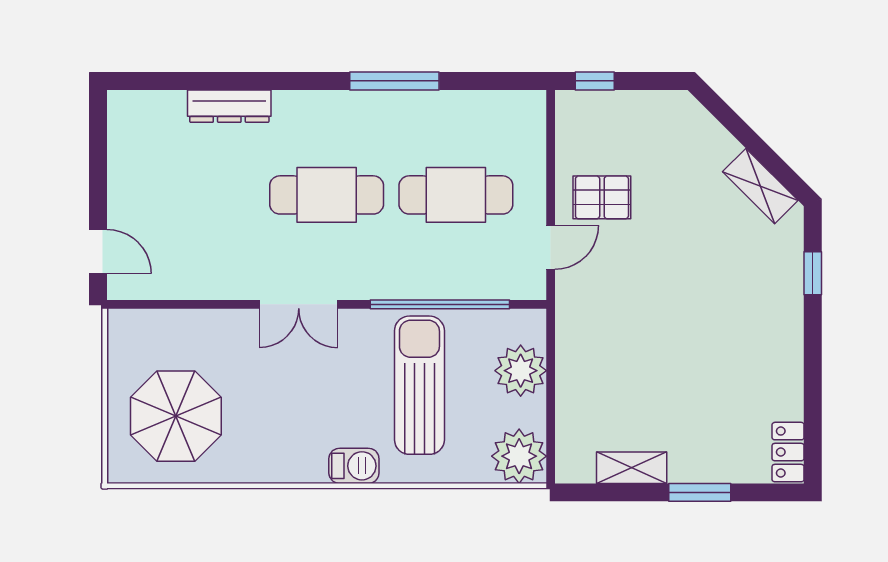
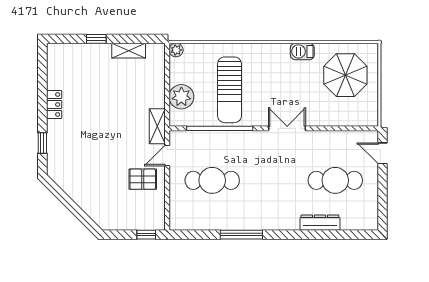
shelving: (760, 186) -> (157, 126), moved, turned 45
cafe table: (327, 195) -> (335, 180), moved
locker: (788, 452) -> (54, 104), moved
plant: (519, 456) -> (176, 50), width x0.53, depth x0.53
barbecue: (354, 466) -> (302, 51), moved
window: (700, 492) -> (96, 39), width x0.67

